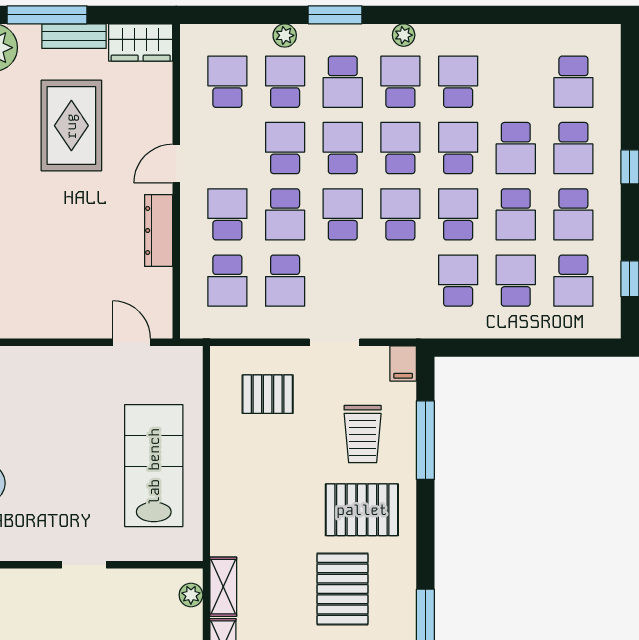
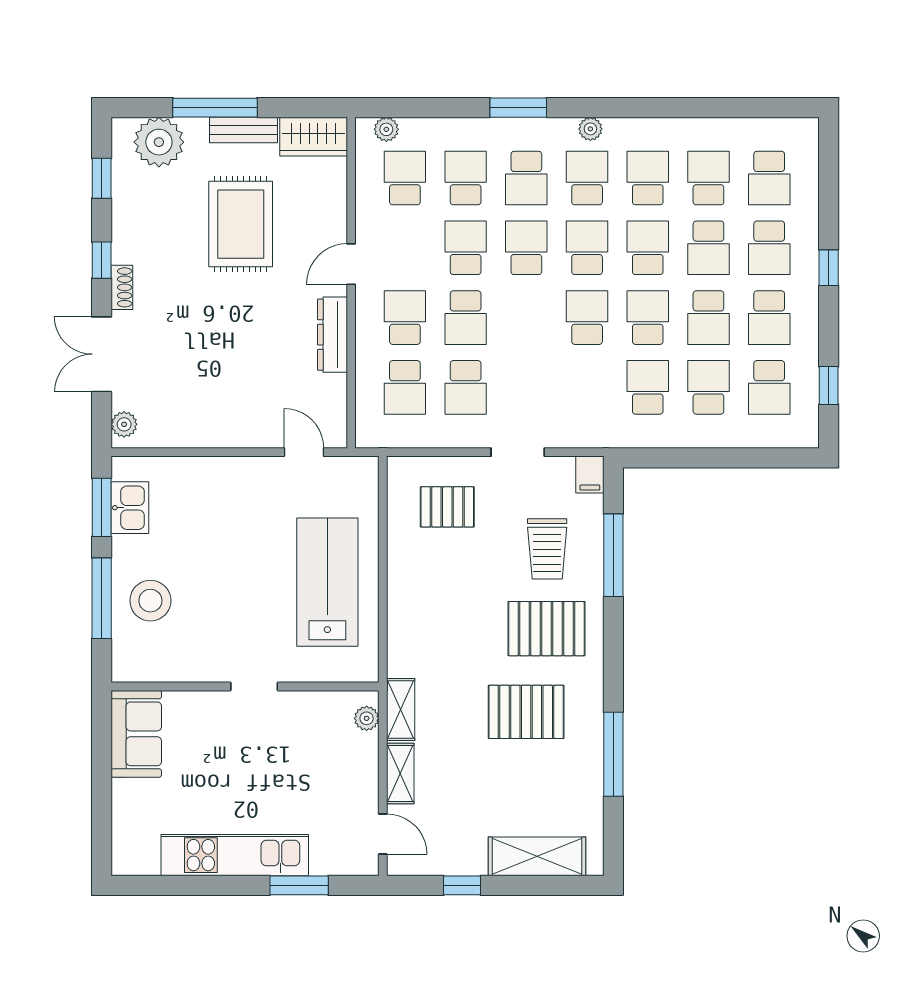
plant: (285, 35) -> (386, 129), moved
school desk: (343, 214) -> (708, 178), moved
pallet: (343, 589) -> (526, 712), turned 90

